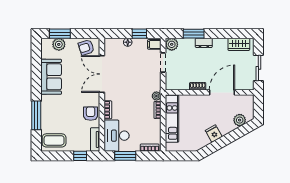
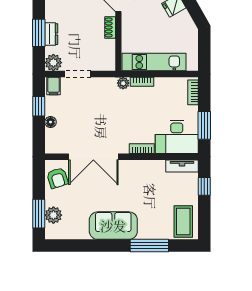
dresser: (204, 43) -> (51, 34), moved
sofa: (51, 77) -> (113, 226), moved
armchair: (91, 114) -> (147, 172), removed

